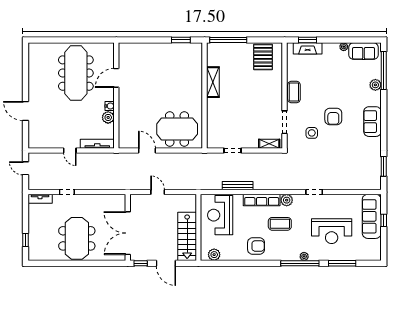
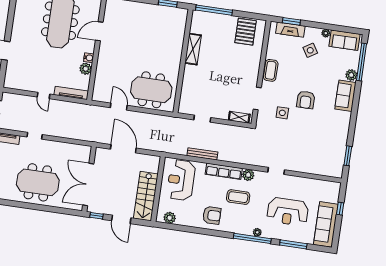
side table: (331, 66) -> (310, 50), added
sofa: (372, 122) -> (345, 96), moved
door: (158, 192) -> (123, 149), width x1.87
sofa: (372, 216) -> (326, 224), moved
meeting table: (77, 238) -> (38, 182), turned 90

